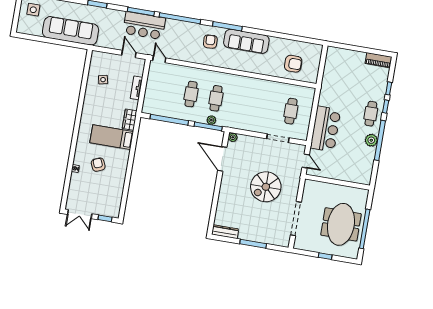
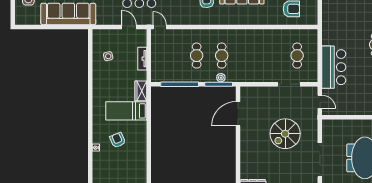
plant: (233, 137) -> (245, 91), removed
door: (222, 159) -> (238, 114), hinge flipped

